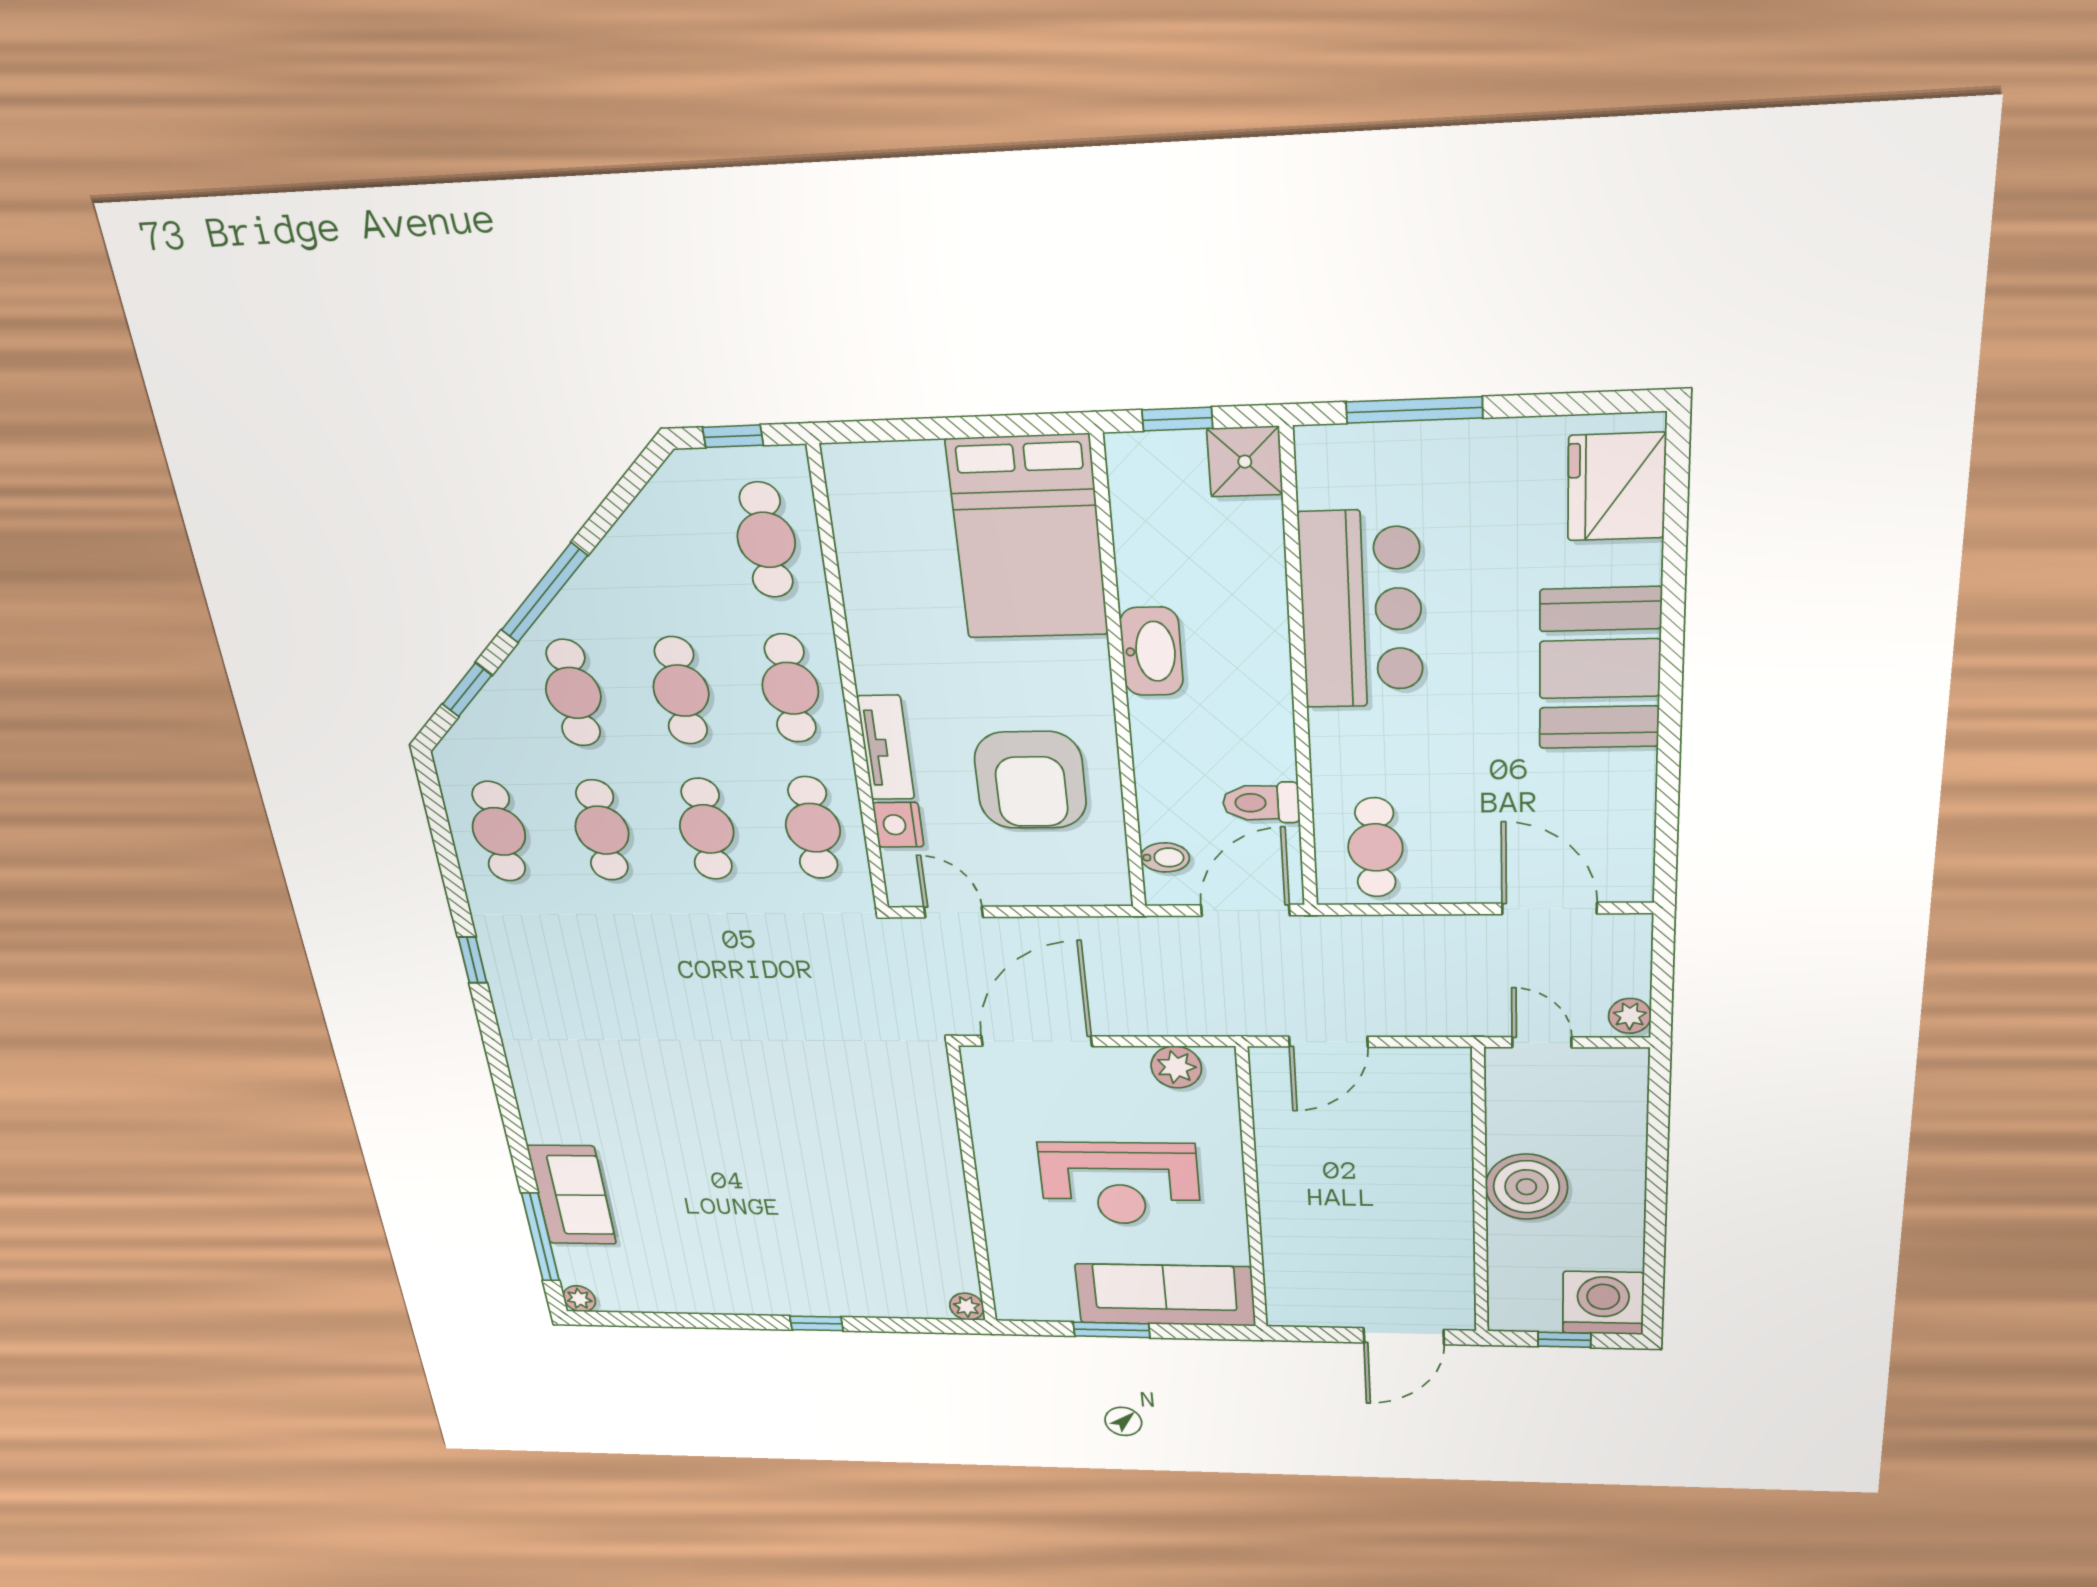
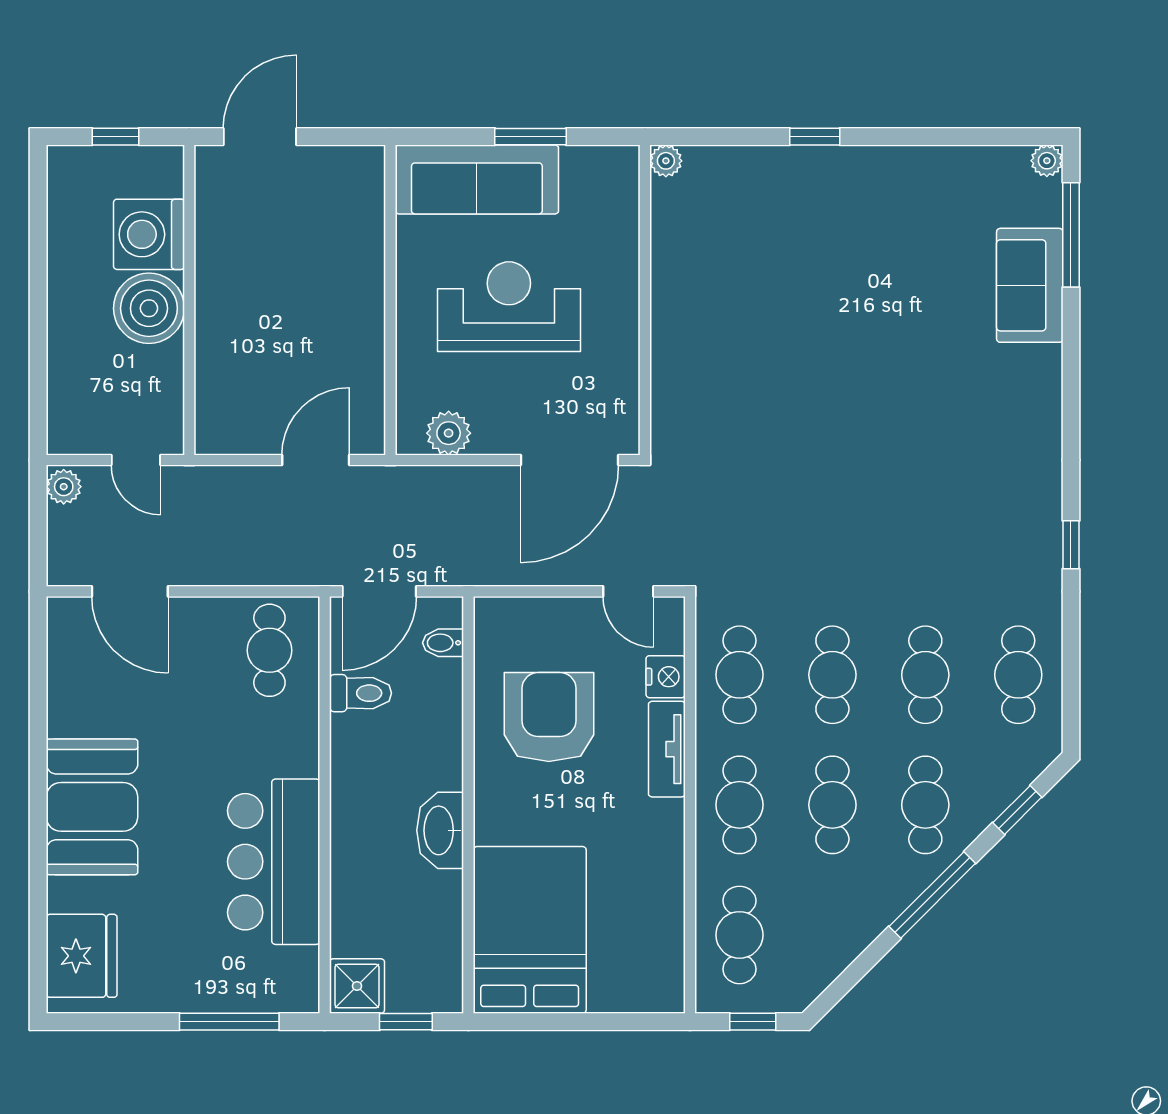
washing machine: (1603, 1303) -> (149, 234), moved, turned 90

